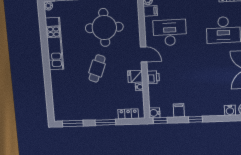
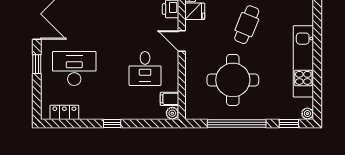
desk: (170, 33) -> (145, 68), width x0.73

